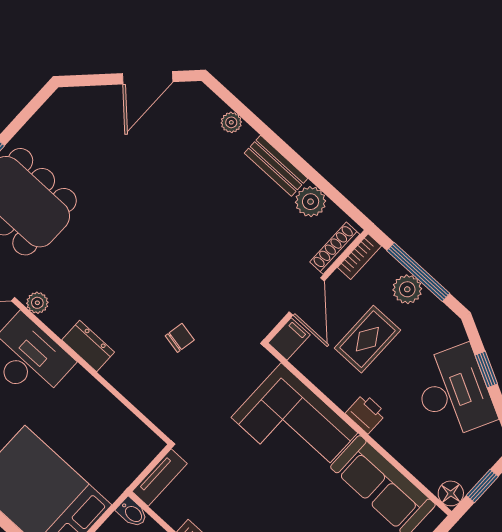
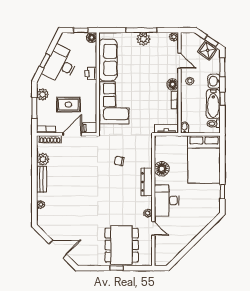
door: (148, 78) -> (58, 249), moved
window: (418, 272) -> (34, 108), width x0.69
plant: (407, 289) -> (43, 94), moved
dresser: (88, 346) -> (147, 182), width x1.44
floor lamp: (95, 402) -> (162, 169), added
printer: (366, 414) -> (91, 74), moved

